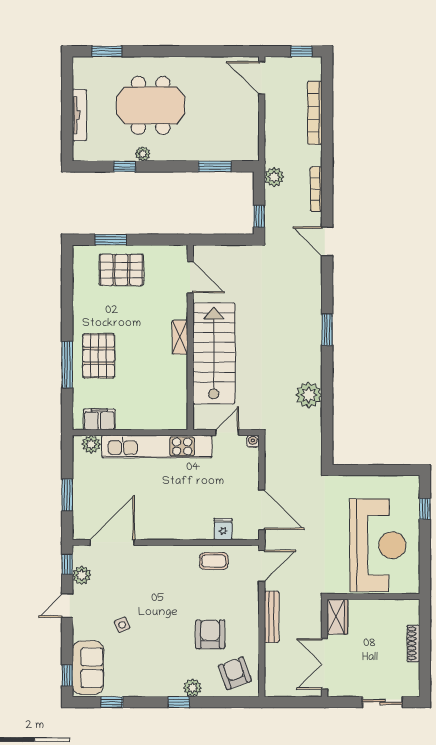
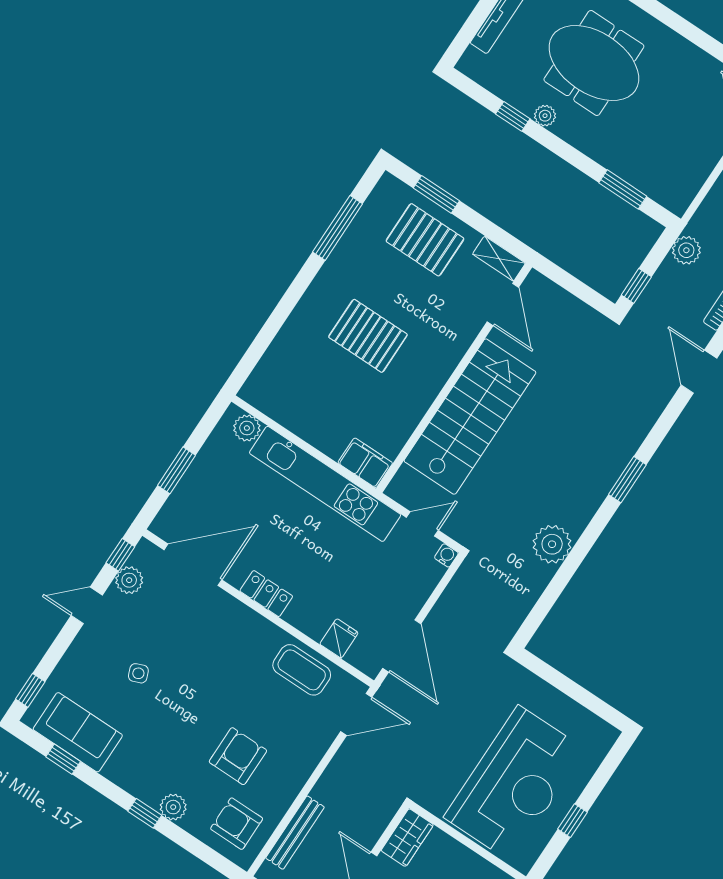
shelving: (180, 337) -> (499, 259), moved, turned 90
pallet: (99, 356) -> (368, 336), moved, turned 90
window: (67, 365) -> (338, 228), moved
filing cabinet: (99, 419) -> (365, 463), moved
window: (425, 509) -> (572, 821), moved
locker: (165, 531) -> (266, 594), added
coffee table: (214, 561) -> (302, 670), width x1.36, depth x1.30
bench: (272, 617) -> (295, 833), moved
sofa: (88, 668) -> (78, 732), moved, turned -90
armchair: (235, 673) -> (237, 824), turned -70

